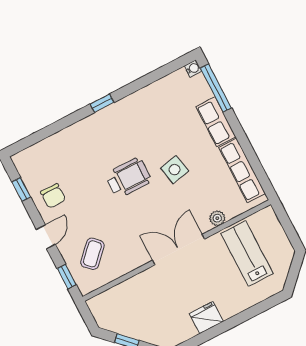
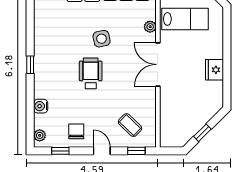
water cooler: (61, 140) -> (41, 106), added
plant: (27, 156) -> (40, 135), added
chair: (53, 196) -> (76, 131), turned -90
lab bench: (247, 254) -> (185, 19), turned 180

